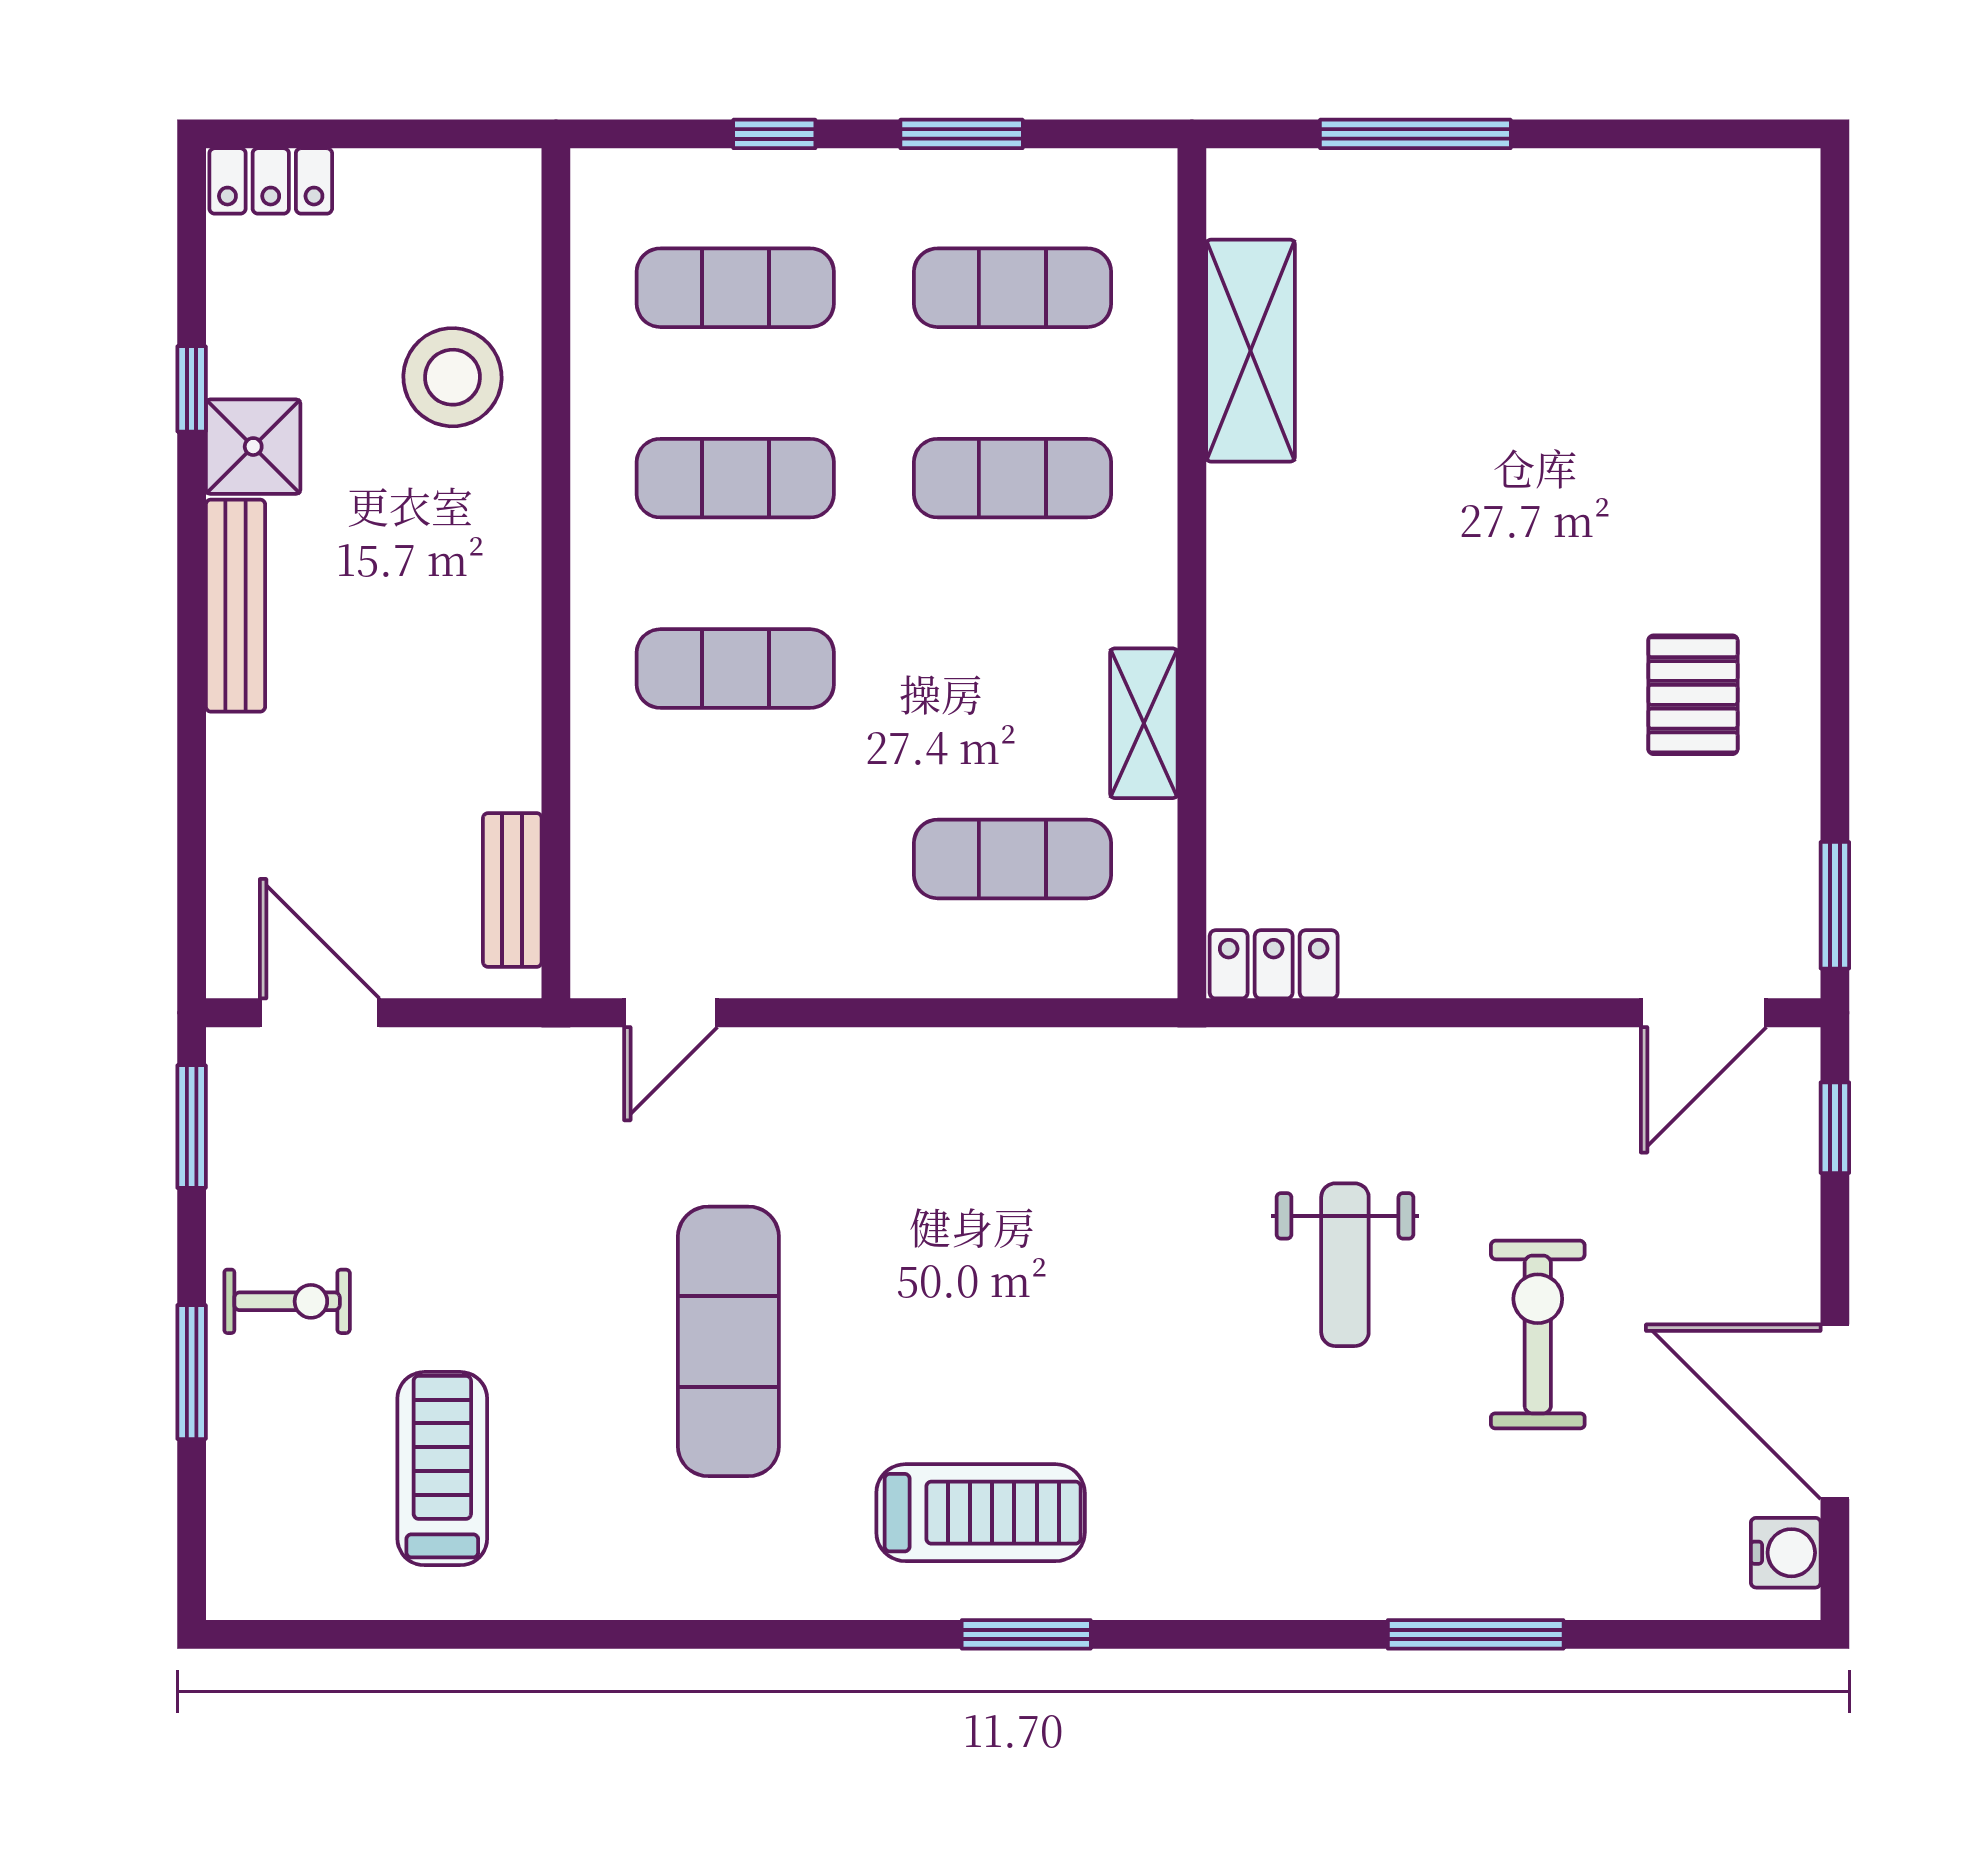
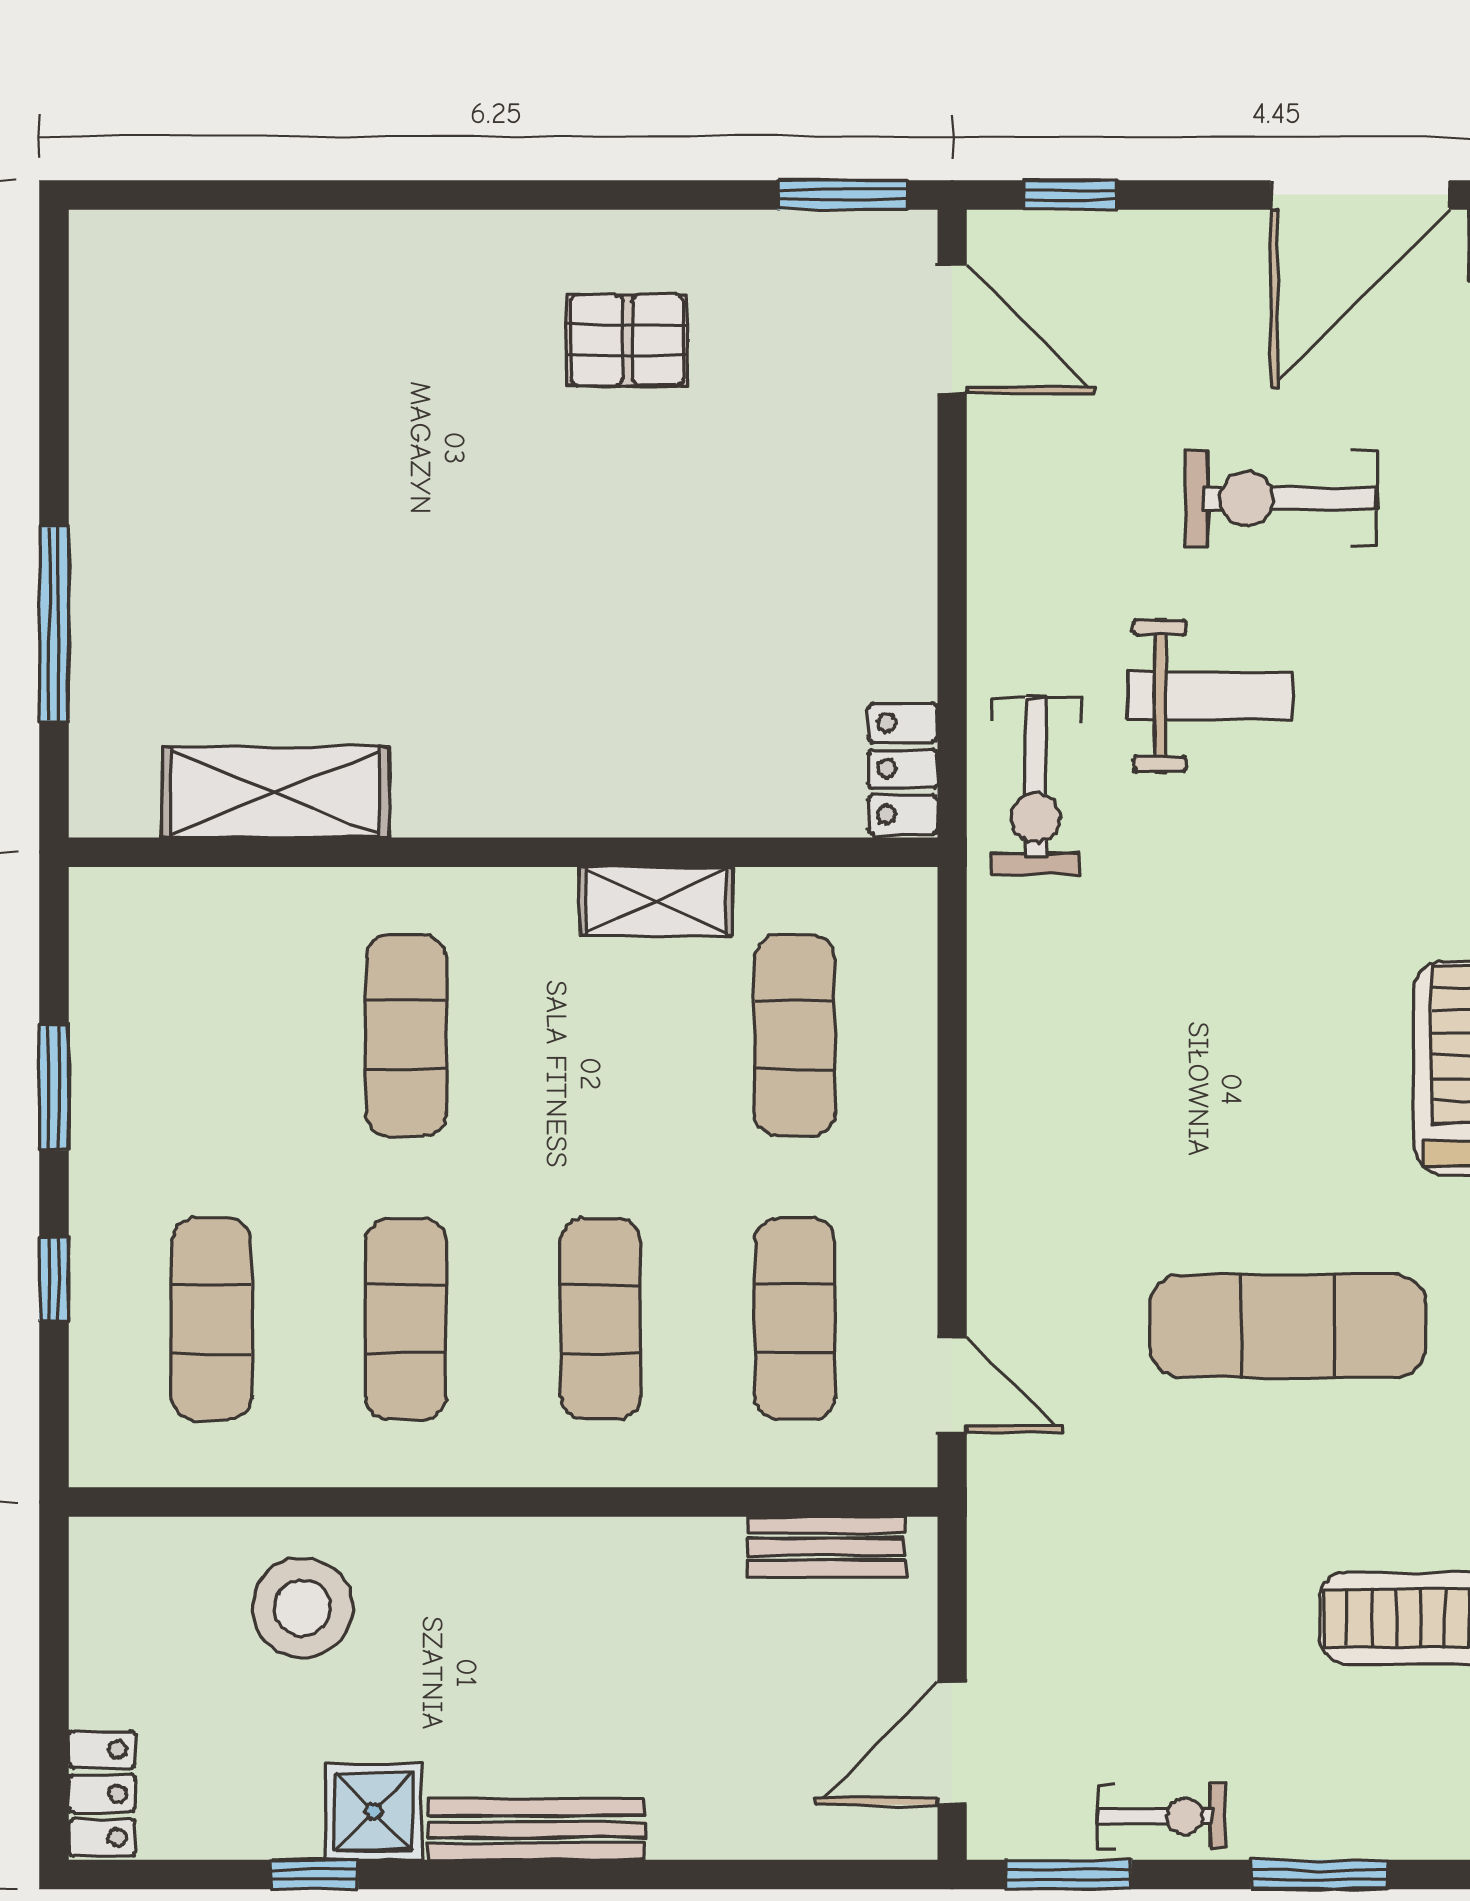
exercise mat: (1013, 288) -> (795, 1319), moved
exercise bike: (1257, 1095) -> (1036, 786), added
exercise bike: (287, 1301) -> (1162, 1816), moved, turned 90

